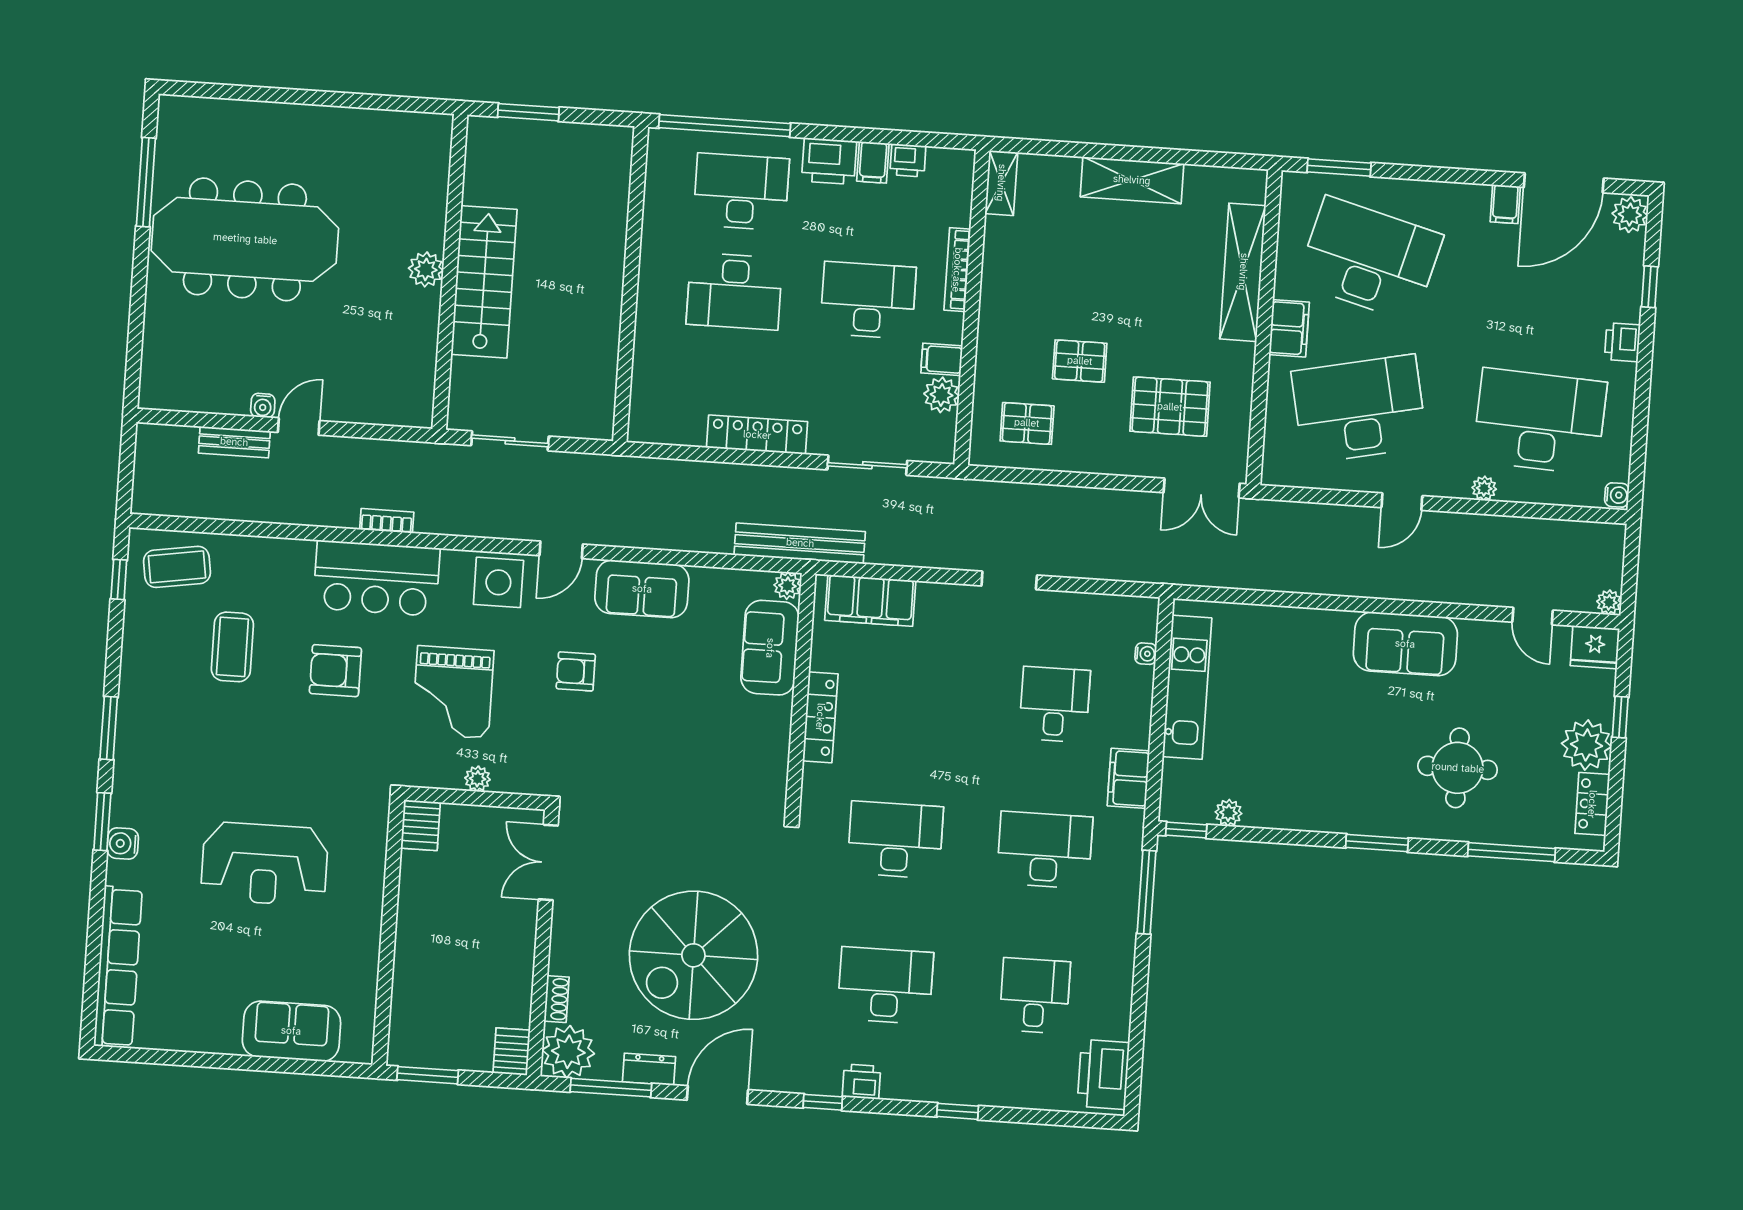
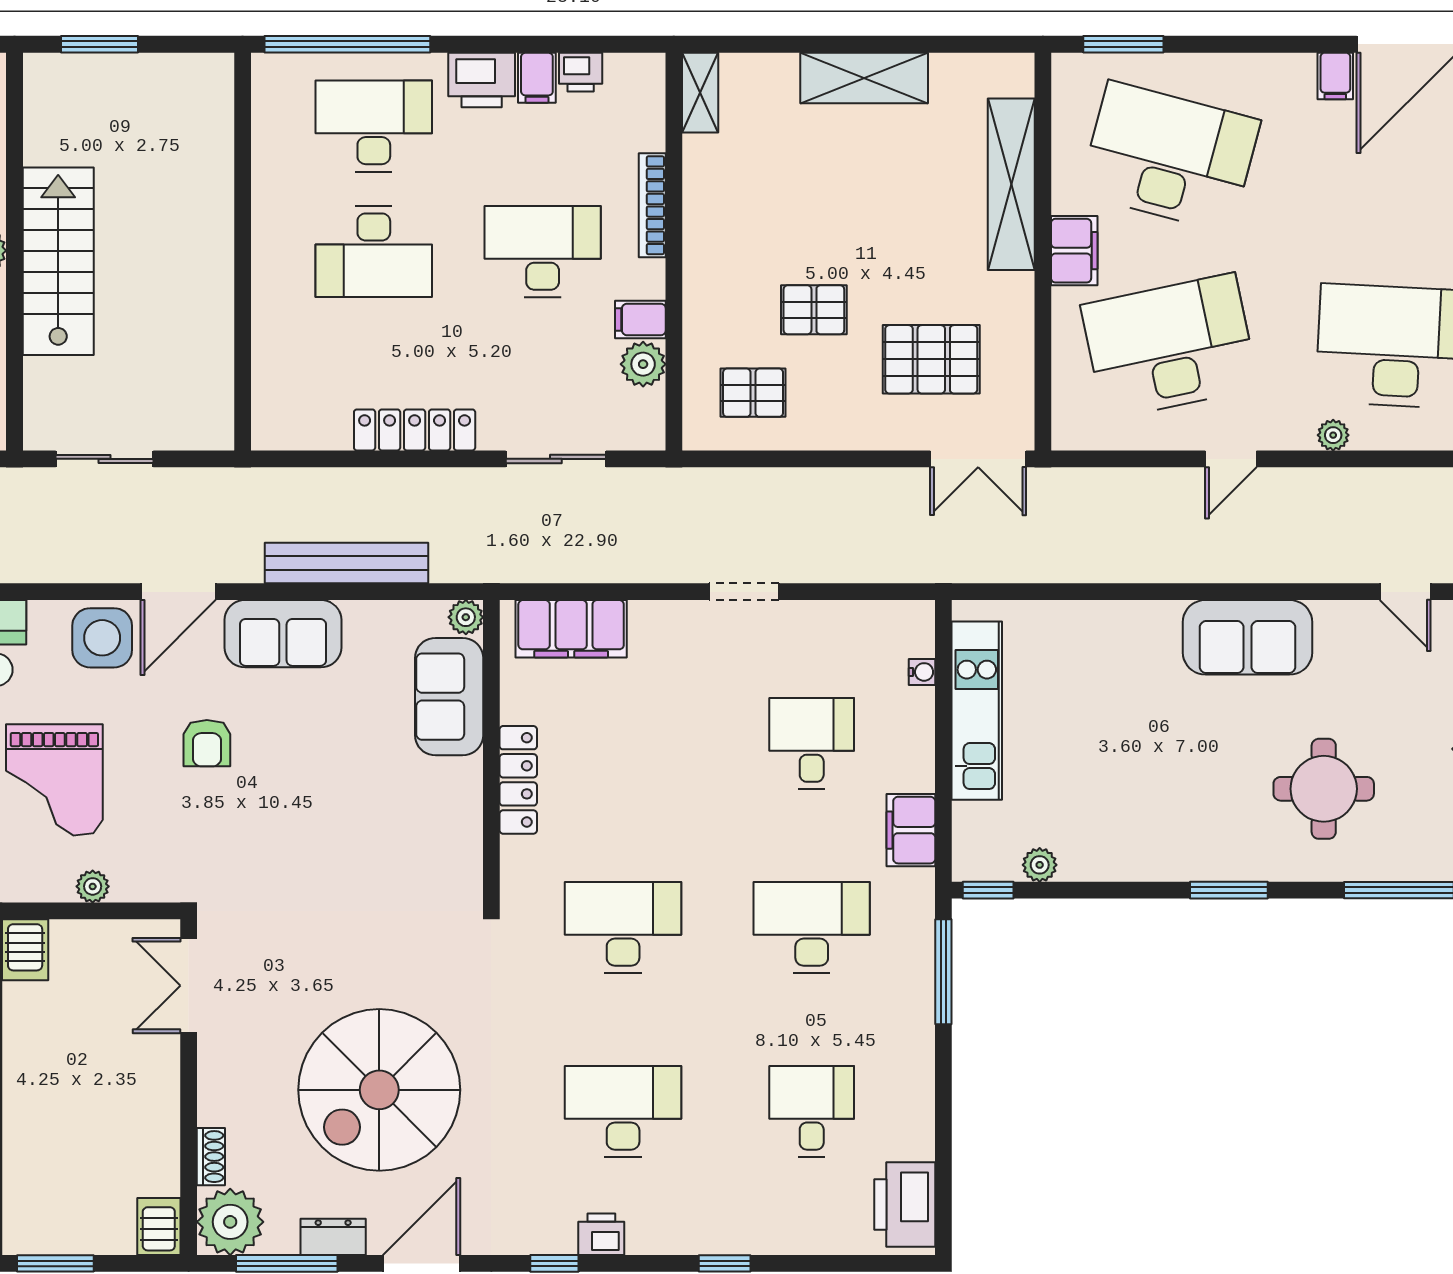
bench: (800, 543) -> (347, 563), moved
door: (561, 550) -> (178, 592), width x1.38
armchair: (576, 671) -> (207, 743), turned -90

